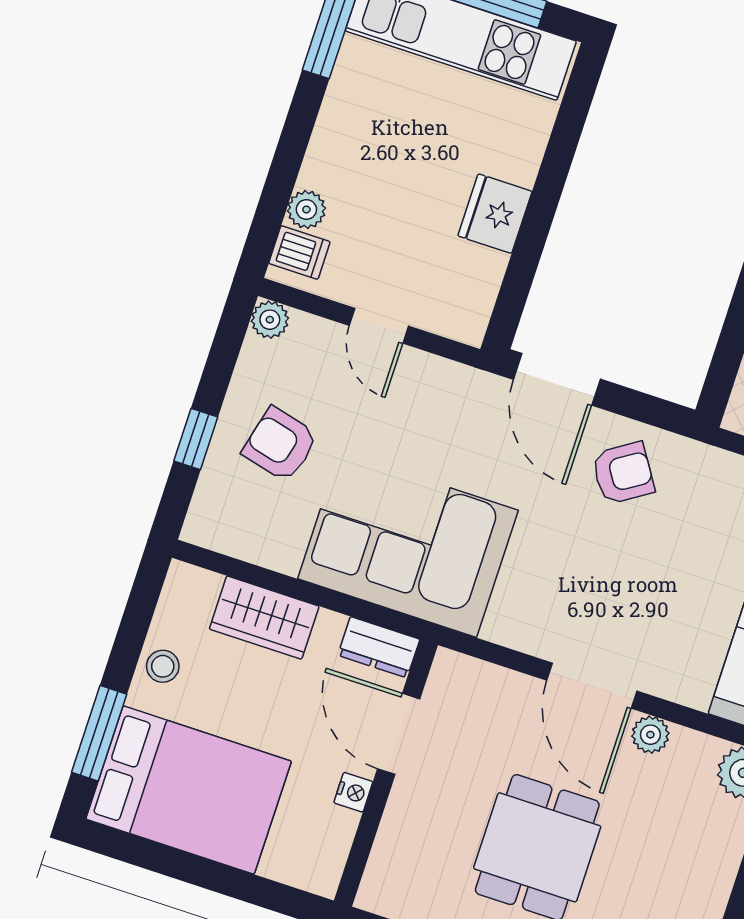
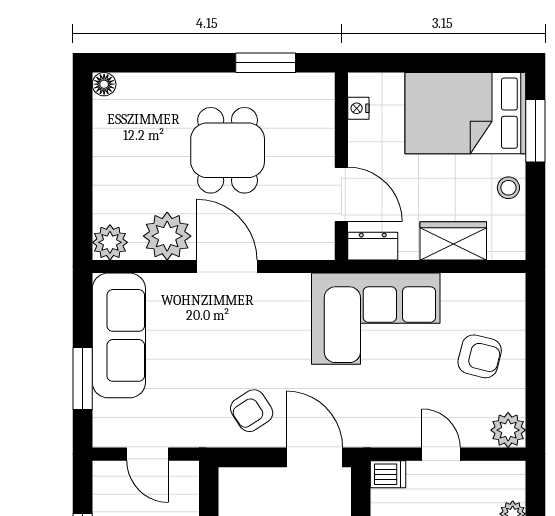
dishwasher: (299, 253) -> (388, 474), moved, turned 180
plant: (270, 320) -> (508, 430), width x1.38, depth x1.38
window: (196, 439) -> (535, 342), removed
plant: (650, 735) -> (167, 236), width x1.87, depth x1.87
nightstand: (353, 792) -> (358, 108), moved

